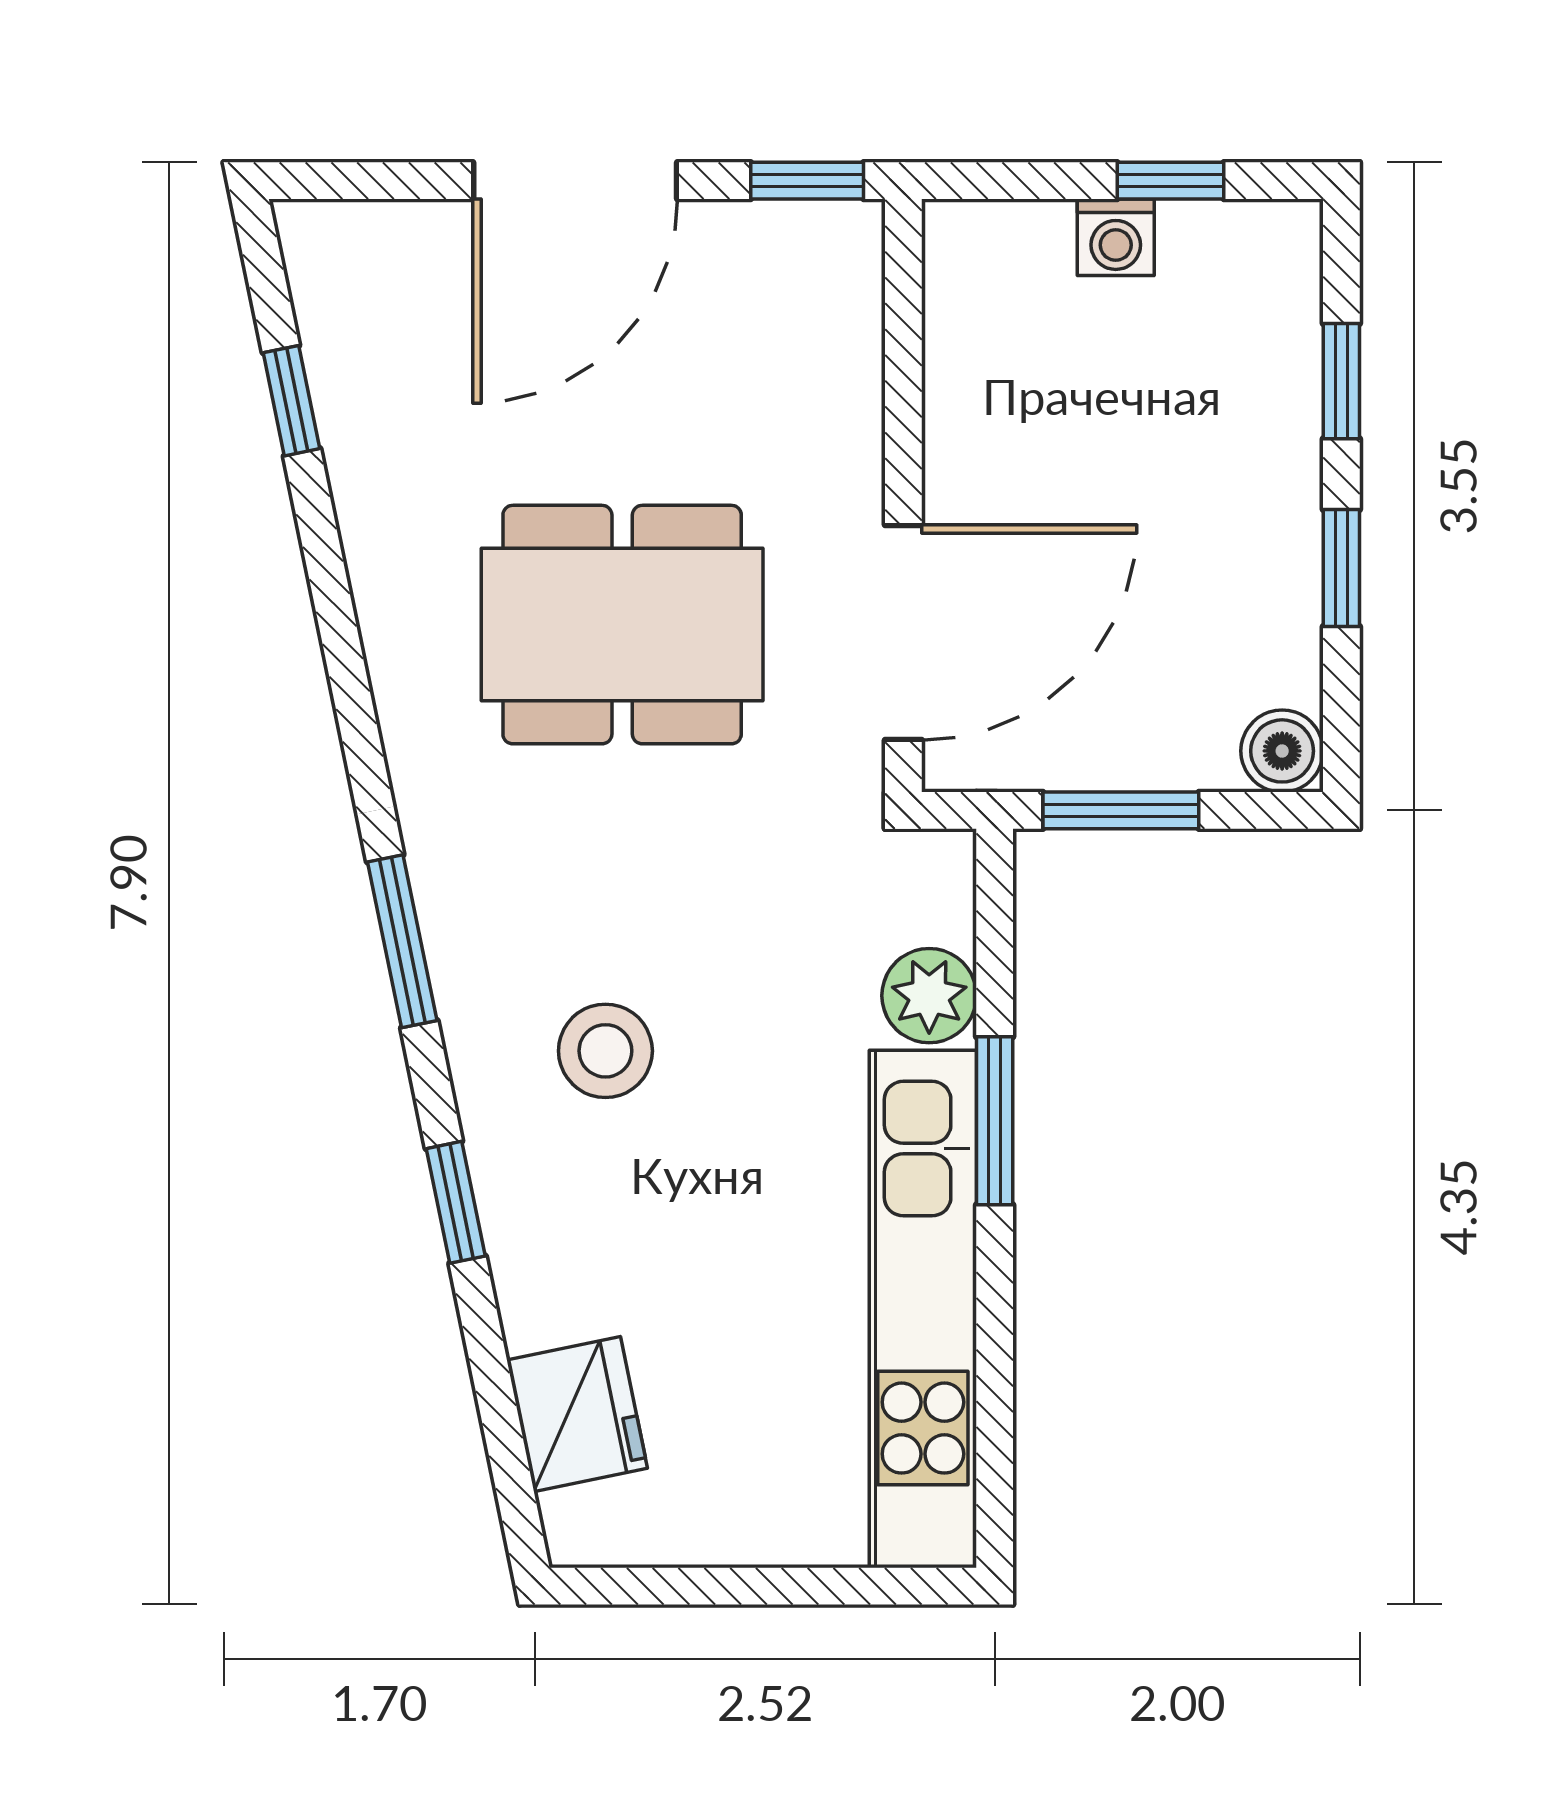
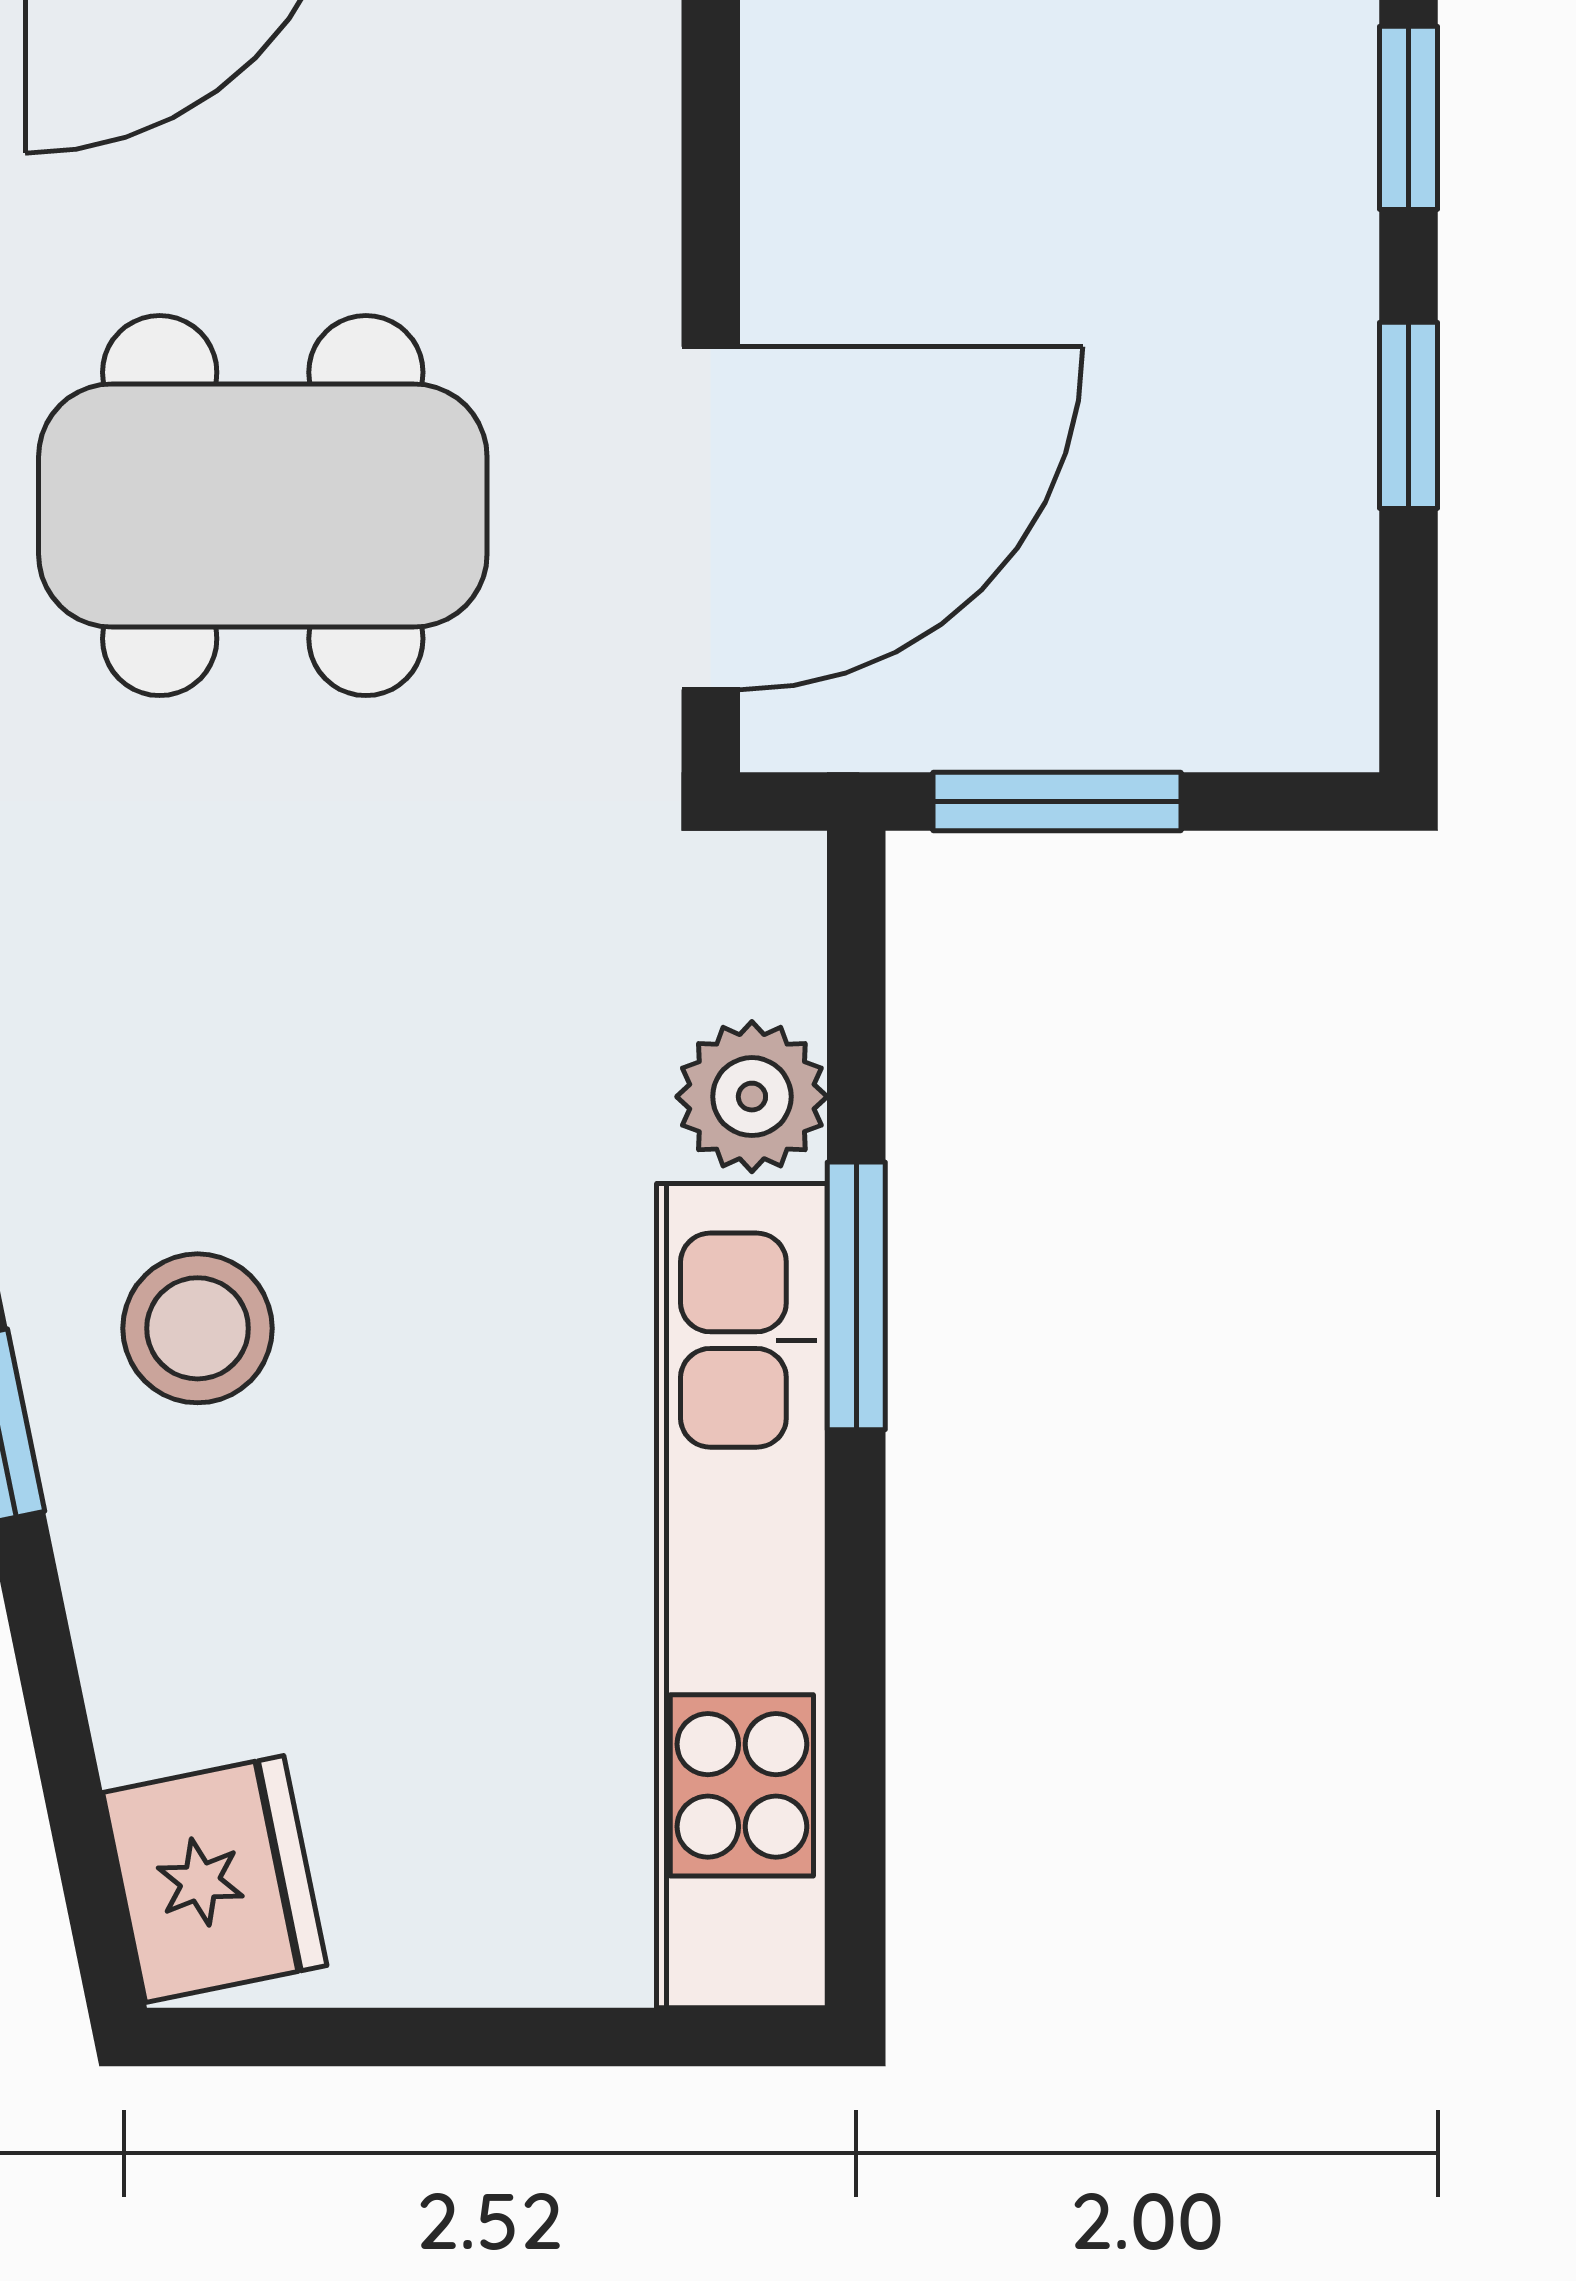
boiler: (1282, 751) -> (1314, 707), removed
stool: (605, 1051) -> (198, 1328), moved
fridge: (577, 1414) -> (215, 1879), moved

